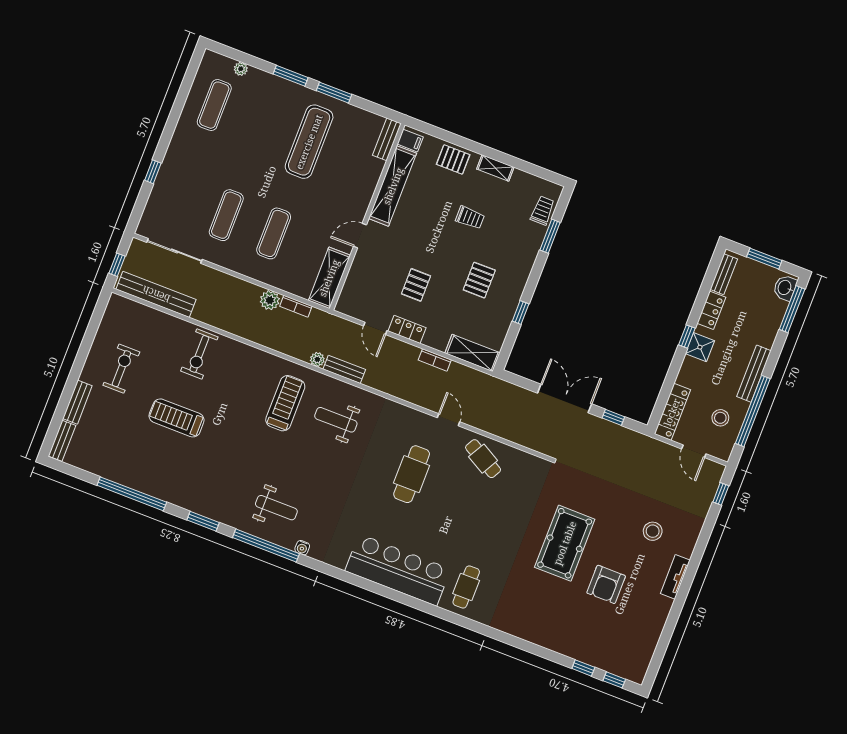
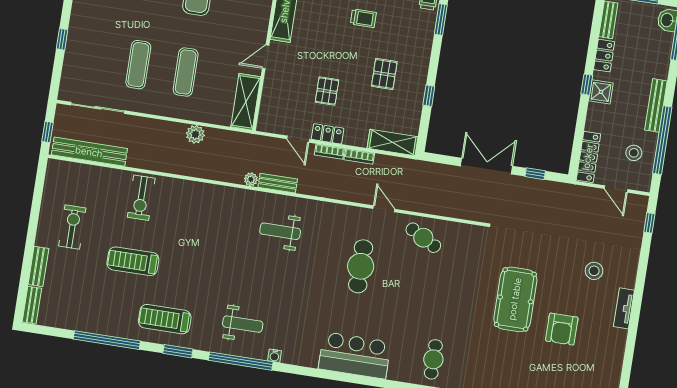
bookcase: (296, 306) -> (329, 152), moved
treadmill: (285, 403) -> (165, 319), moved, turned -90
bar counter: (398, 570) -> (355, 355), width x0.73

